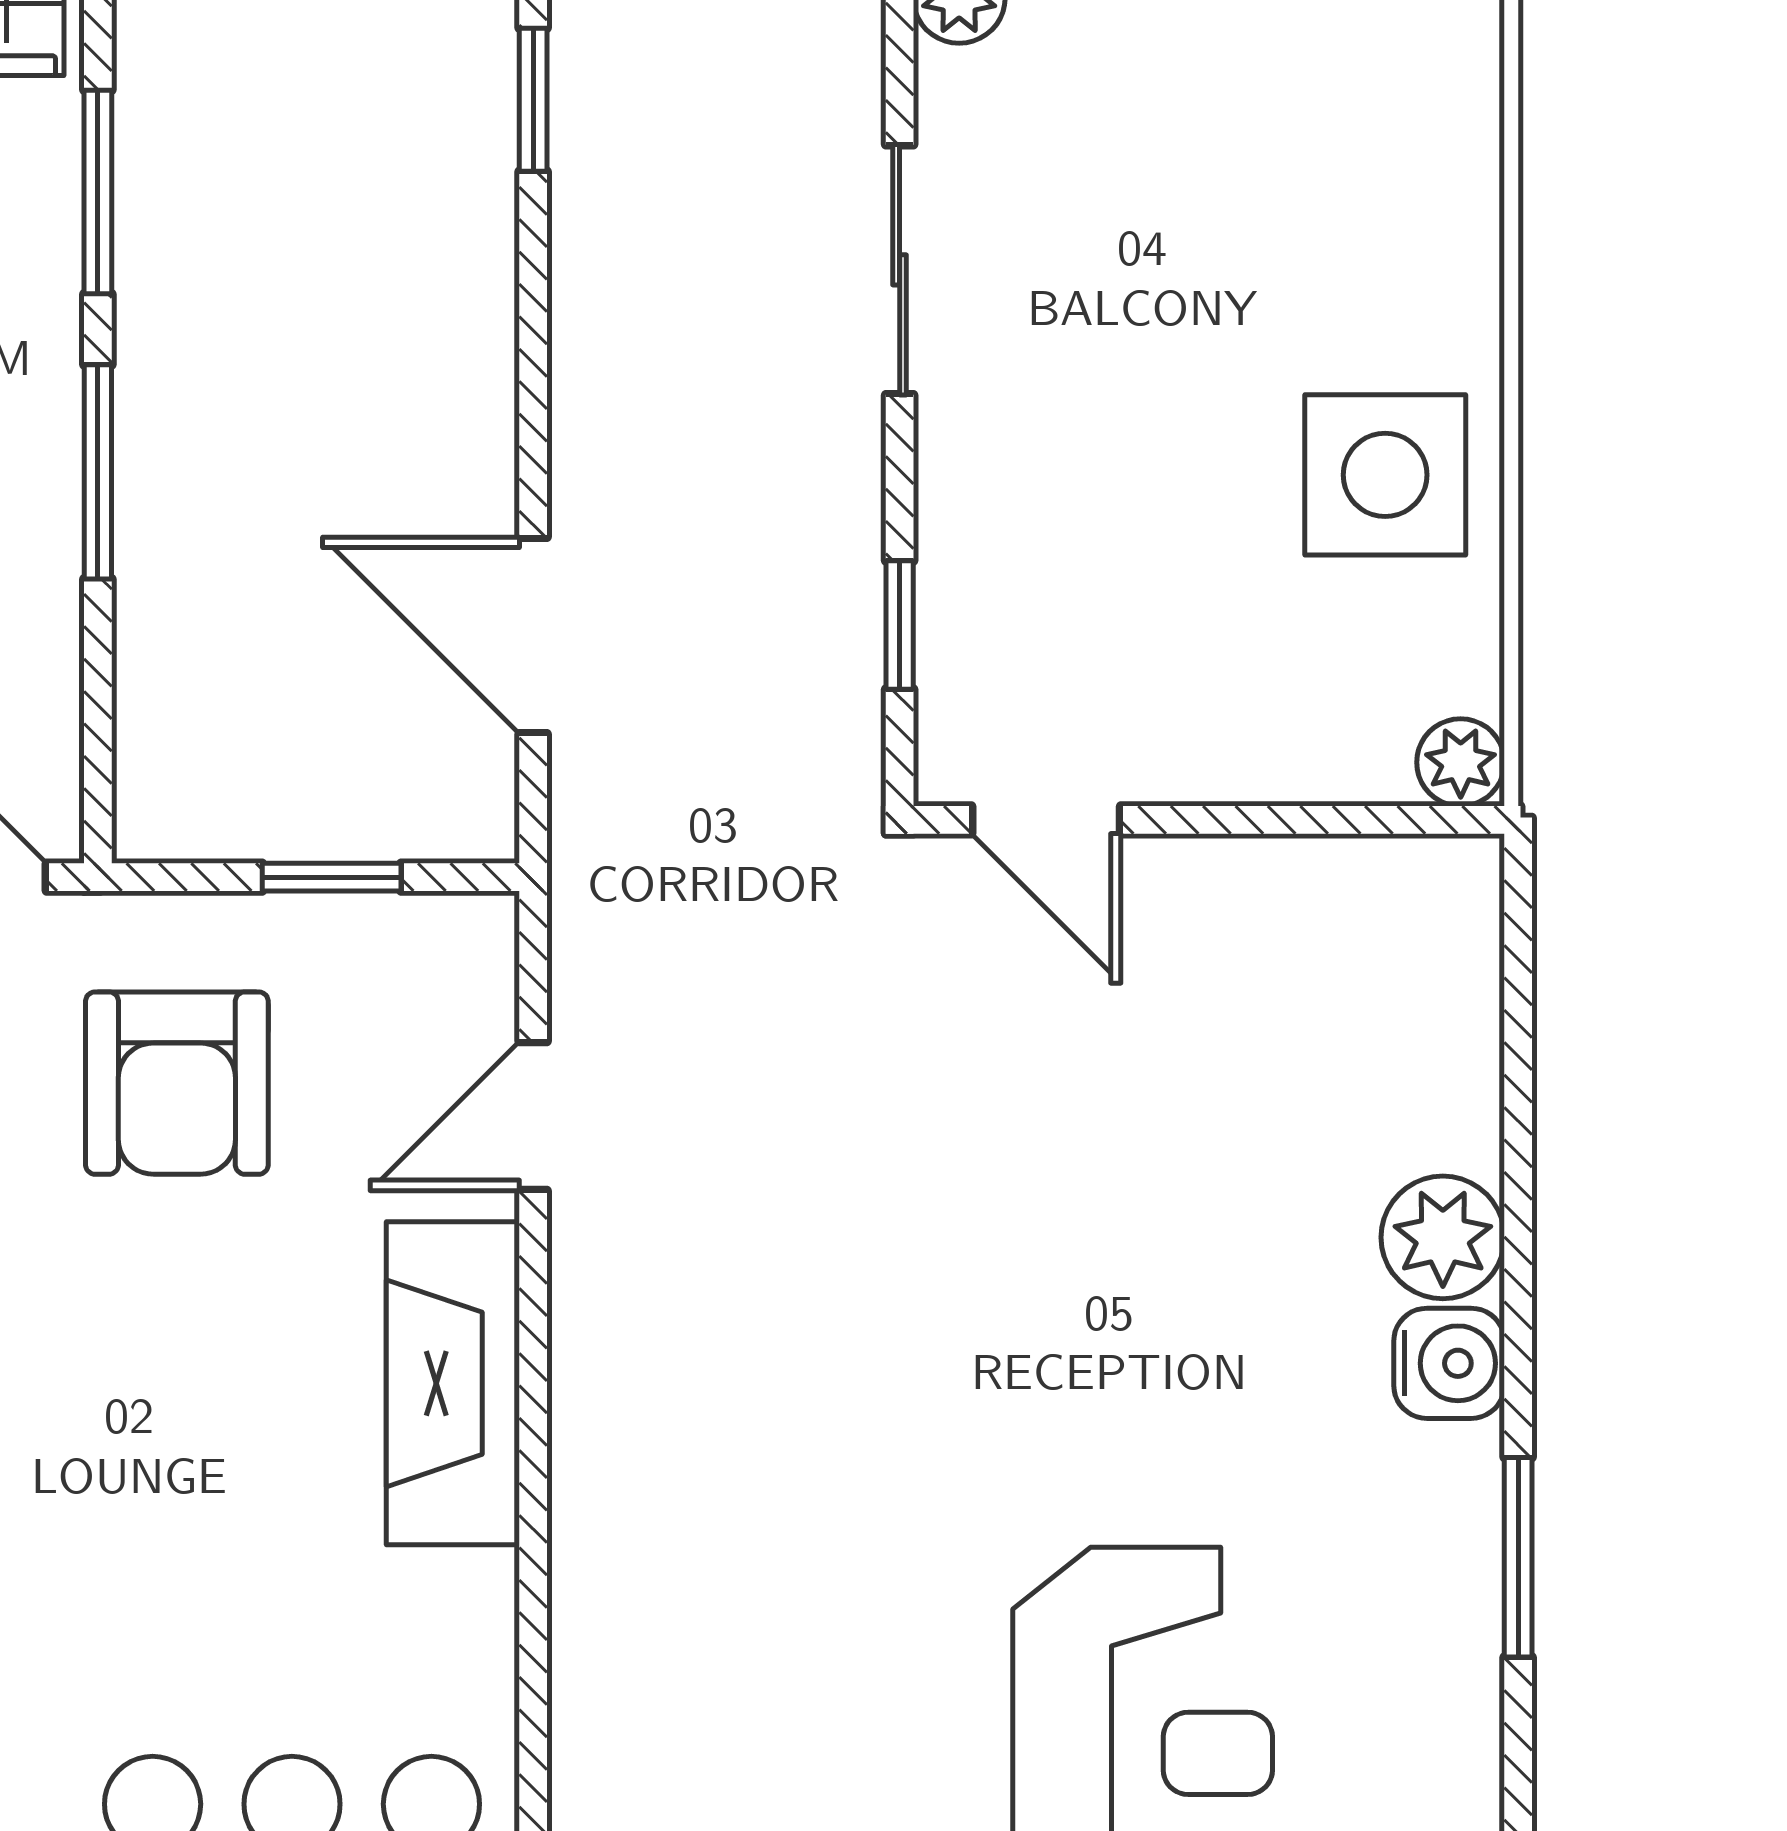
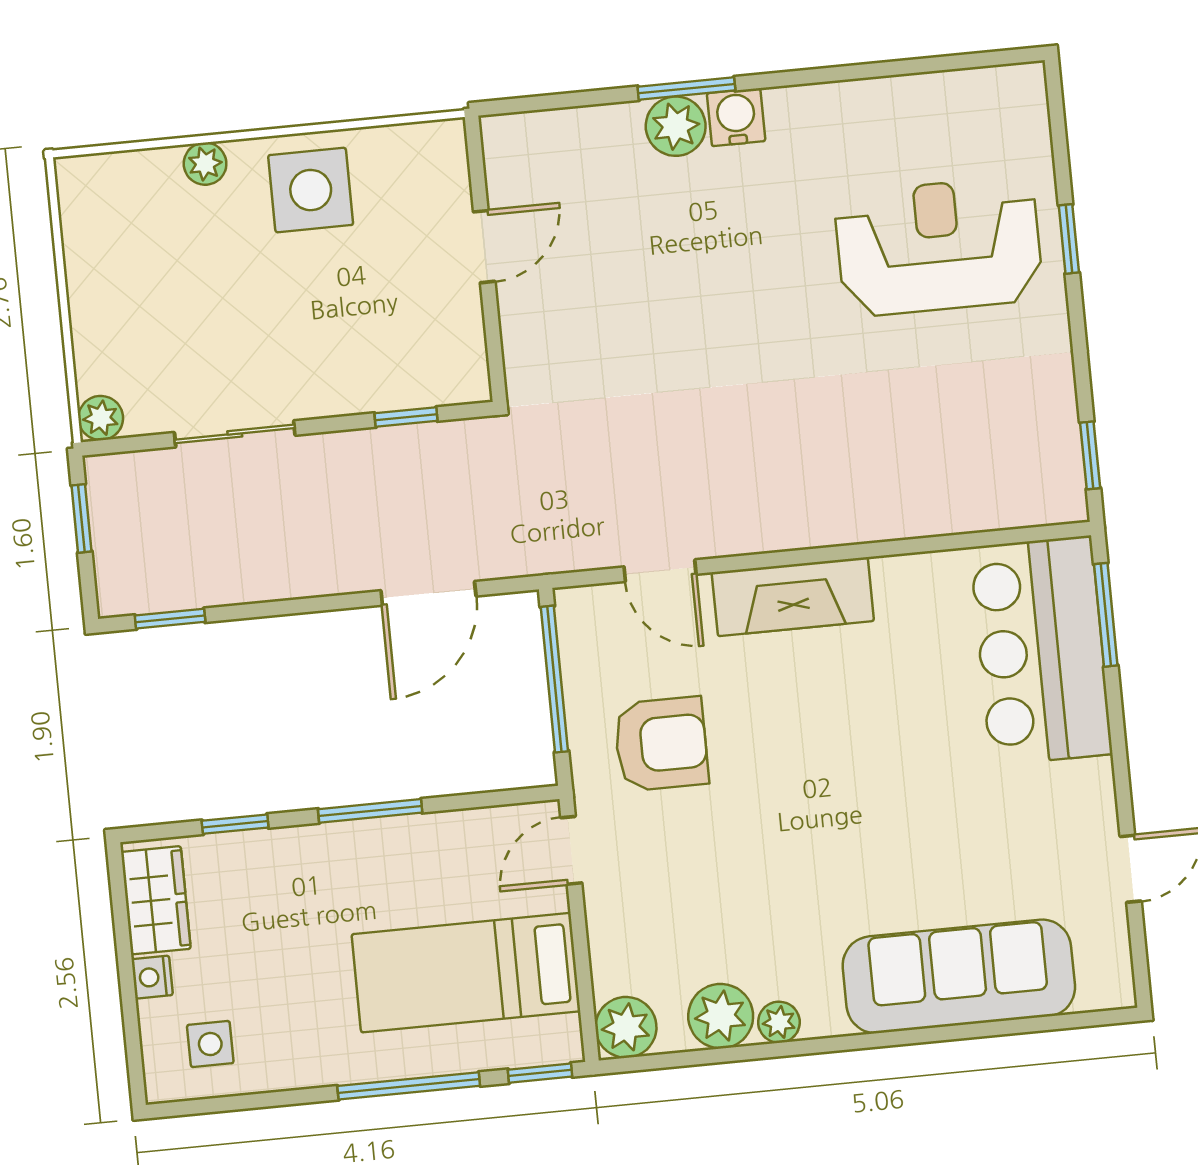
window: (98, 192) -> (235, 824), width x0.67
plant: (1461, 762) -> (205, 164), moved
door: (1046, 820) -> (484, 247), moved
window: (332, 877) -> (554, 679), width x2.17
window: (1518, 1557) -> (686, 89), moved

